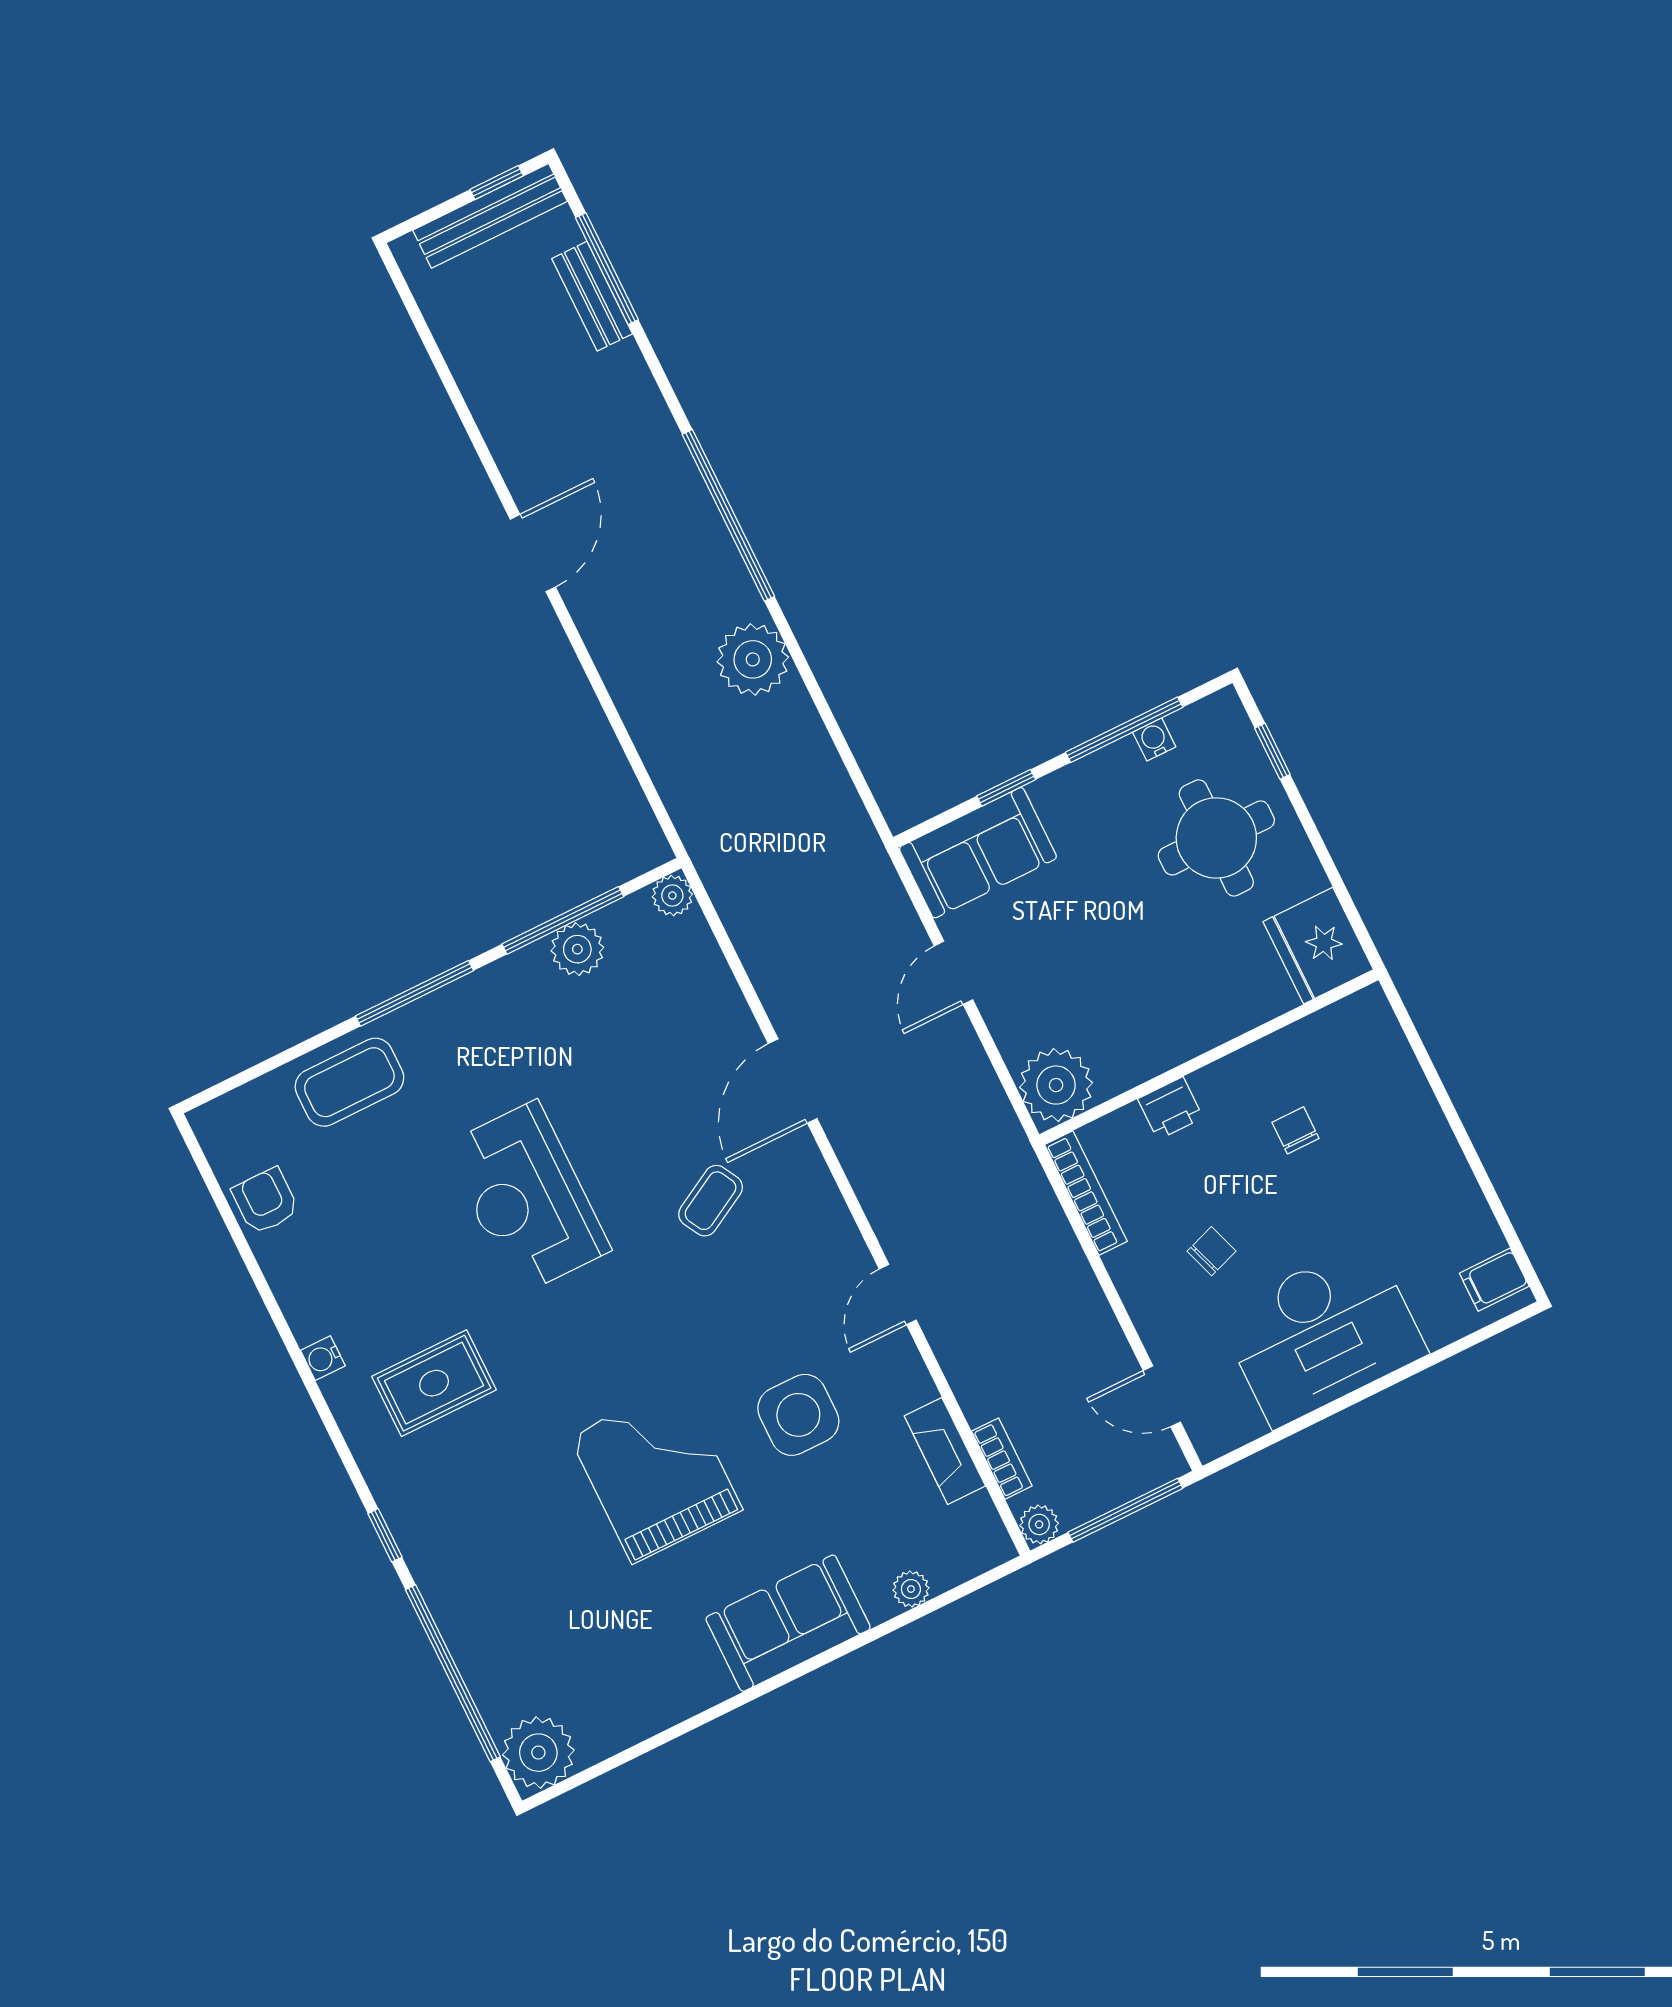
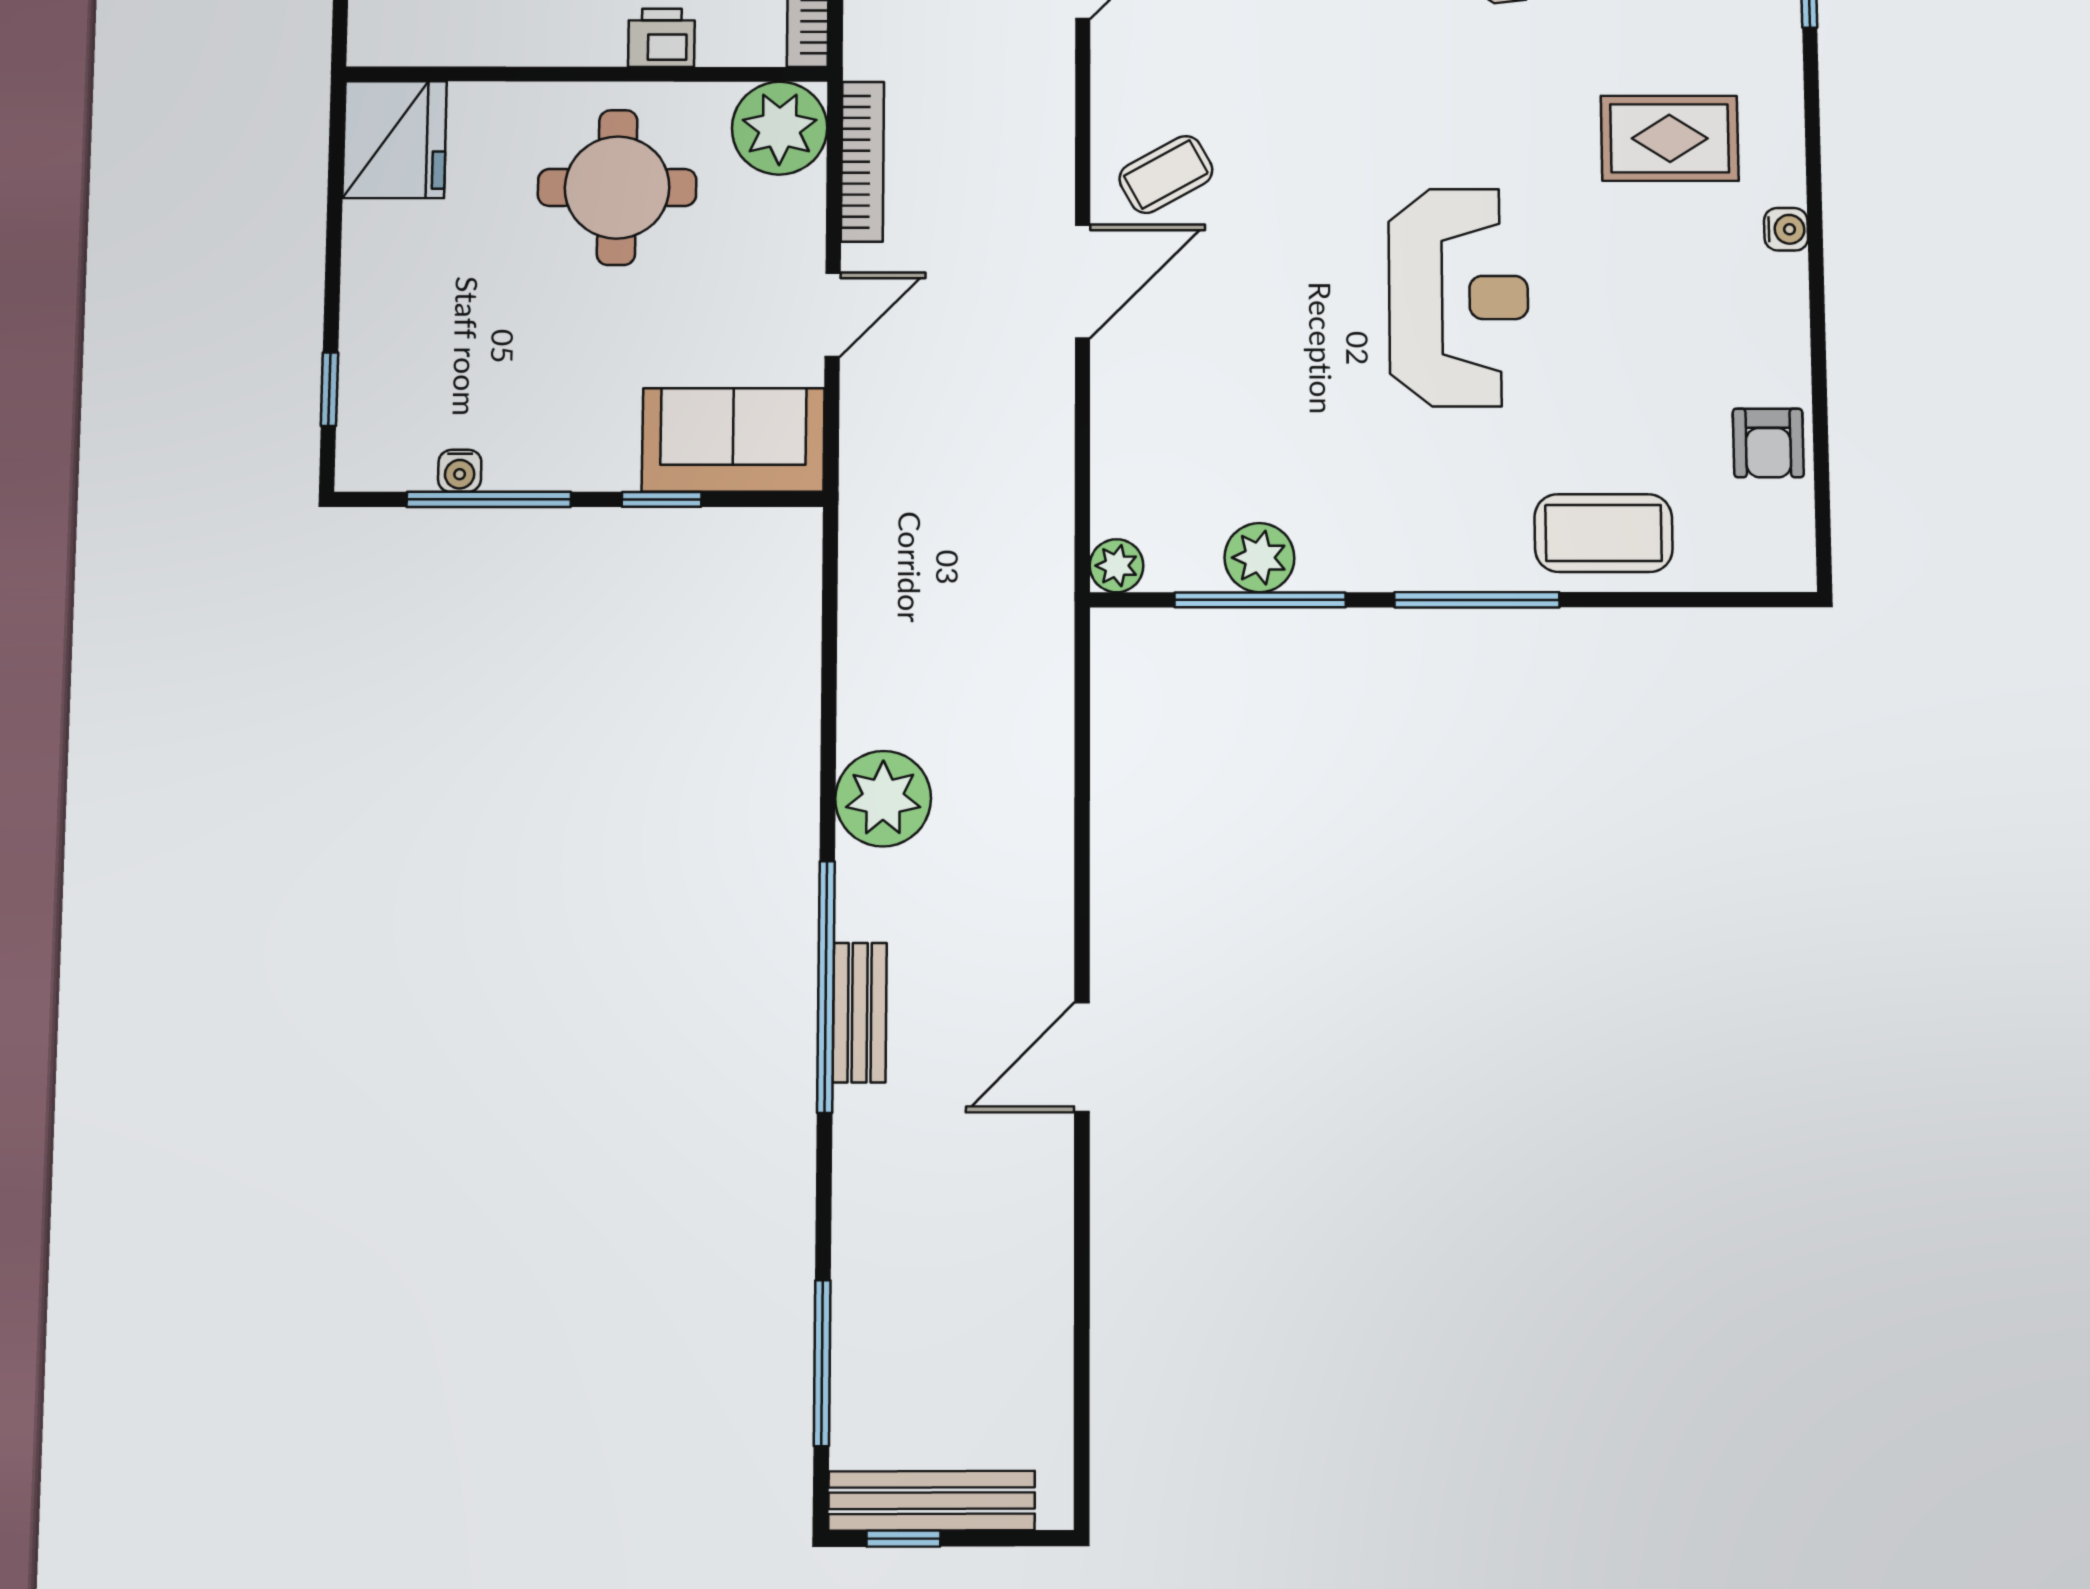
bench: (592, 296) -> (860, 1013), moved
round table: (1216, 838) -> (617, 187), moved
bookcase: (987, 1090) -> (862, 162), added
coffee table: (711, 1201) -> (1166, 174), moved

